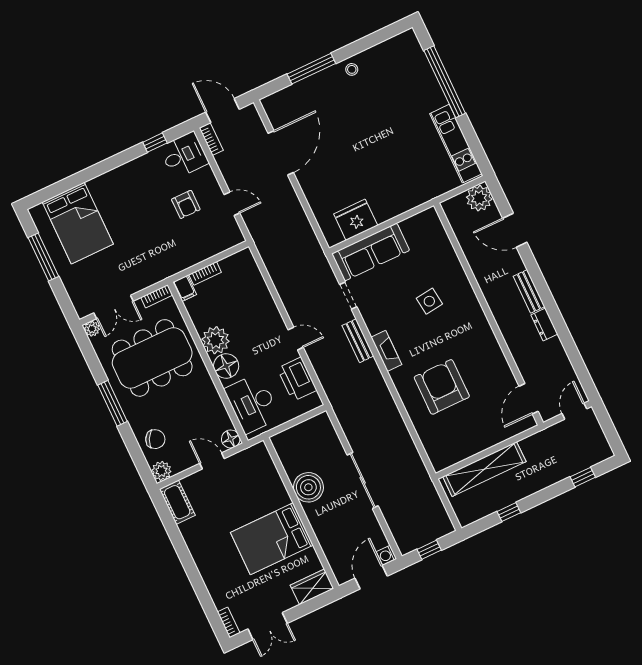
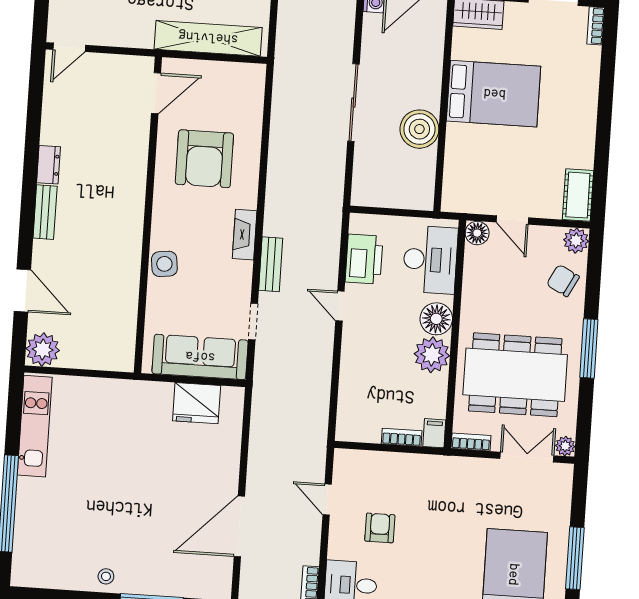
wall: (489, 314) -> (148, 215), moved
door: (529, 399) -> (156, 93), moved

